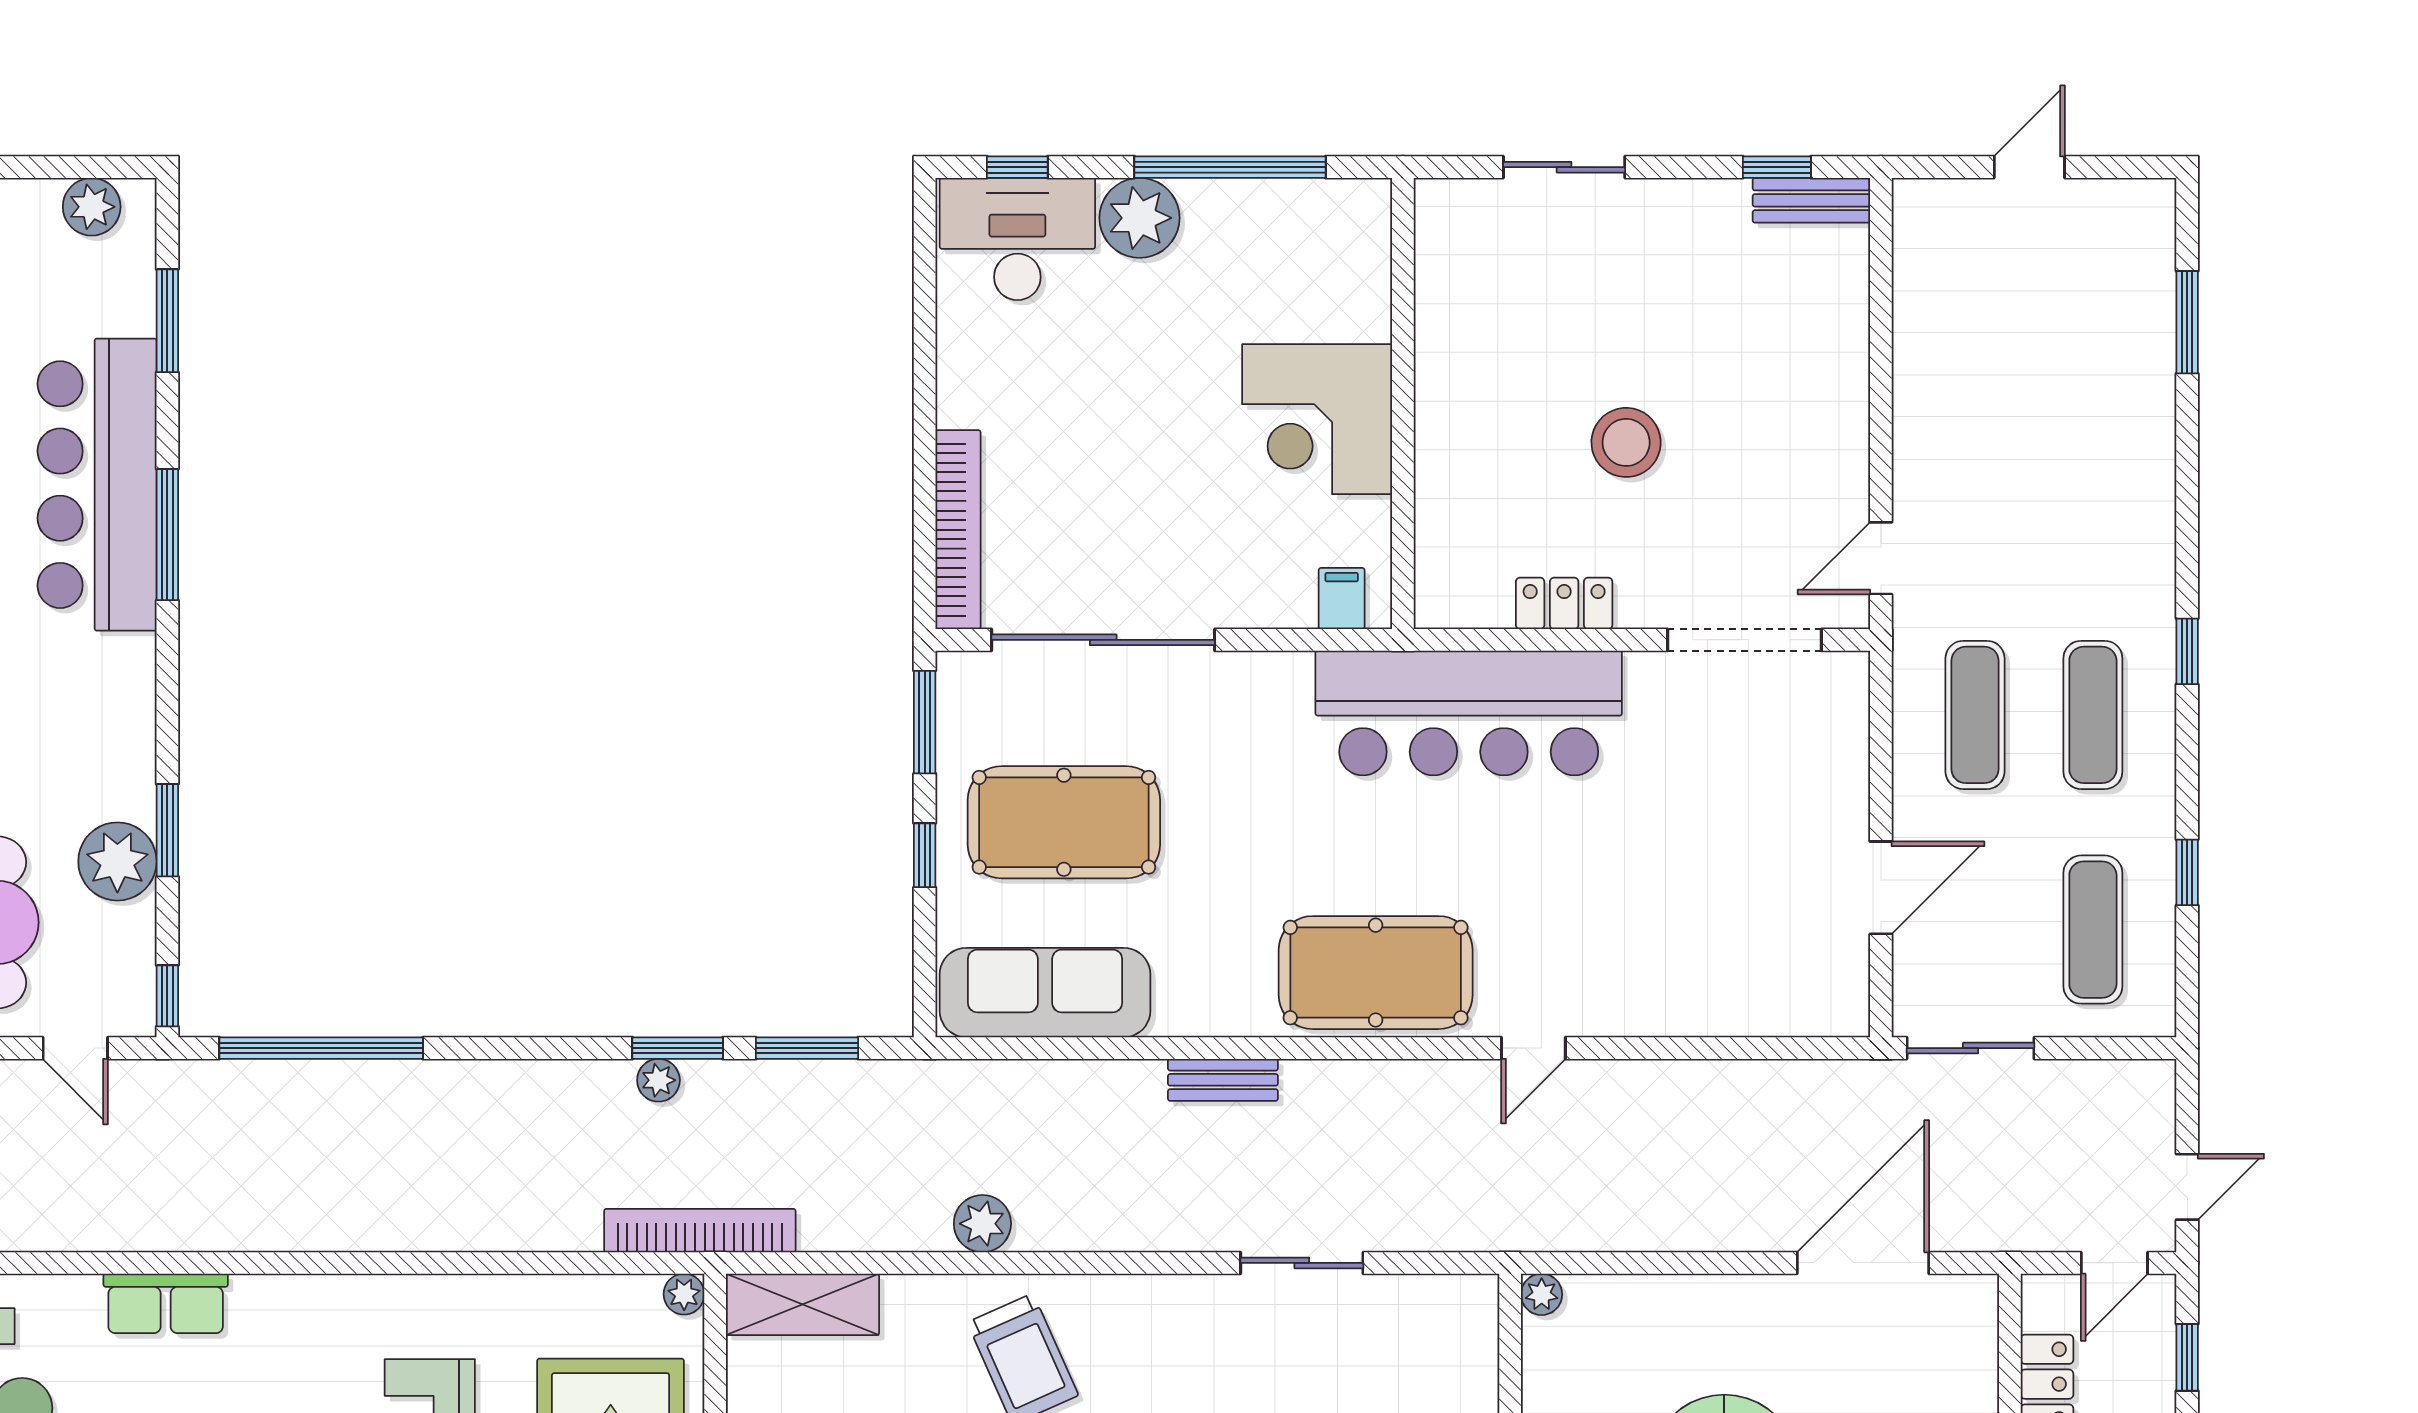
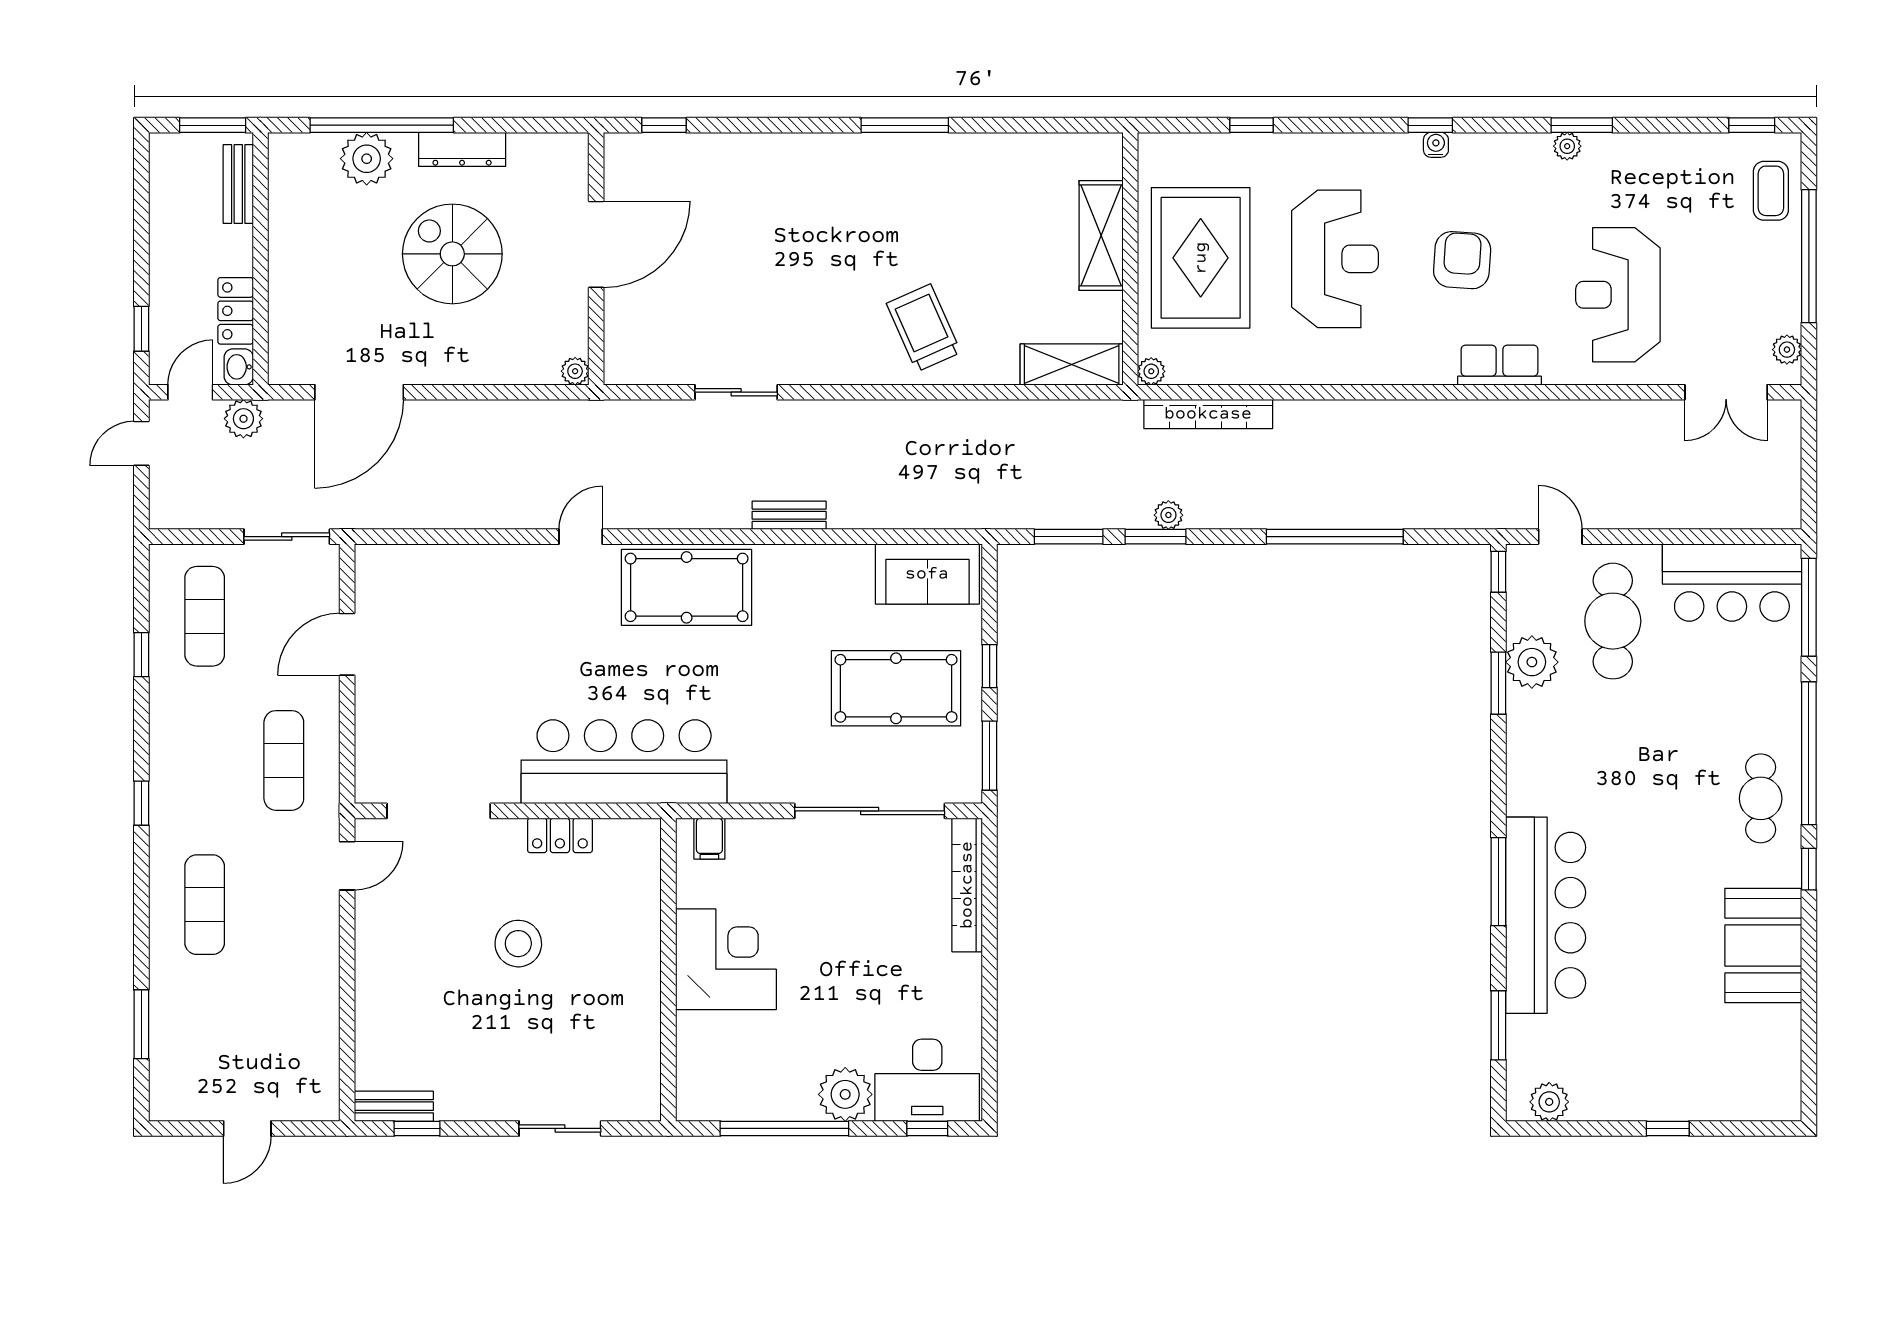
exercise mat: (2093, 715) -> (205, 905), moved
sofa: (1045, 993) -> (927, 574), width x0.73
window: (321, 1048) -> (1335, 537), moved
plant: (982, 1224) -> (243, 419), moved
bookcase: (700, 1231) -> (1208, 414), moved
washbasin: (2042, 1301) -> (239, 367), added

